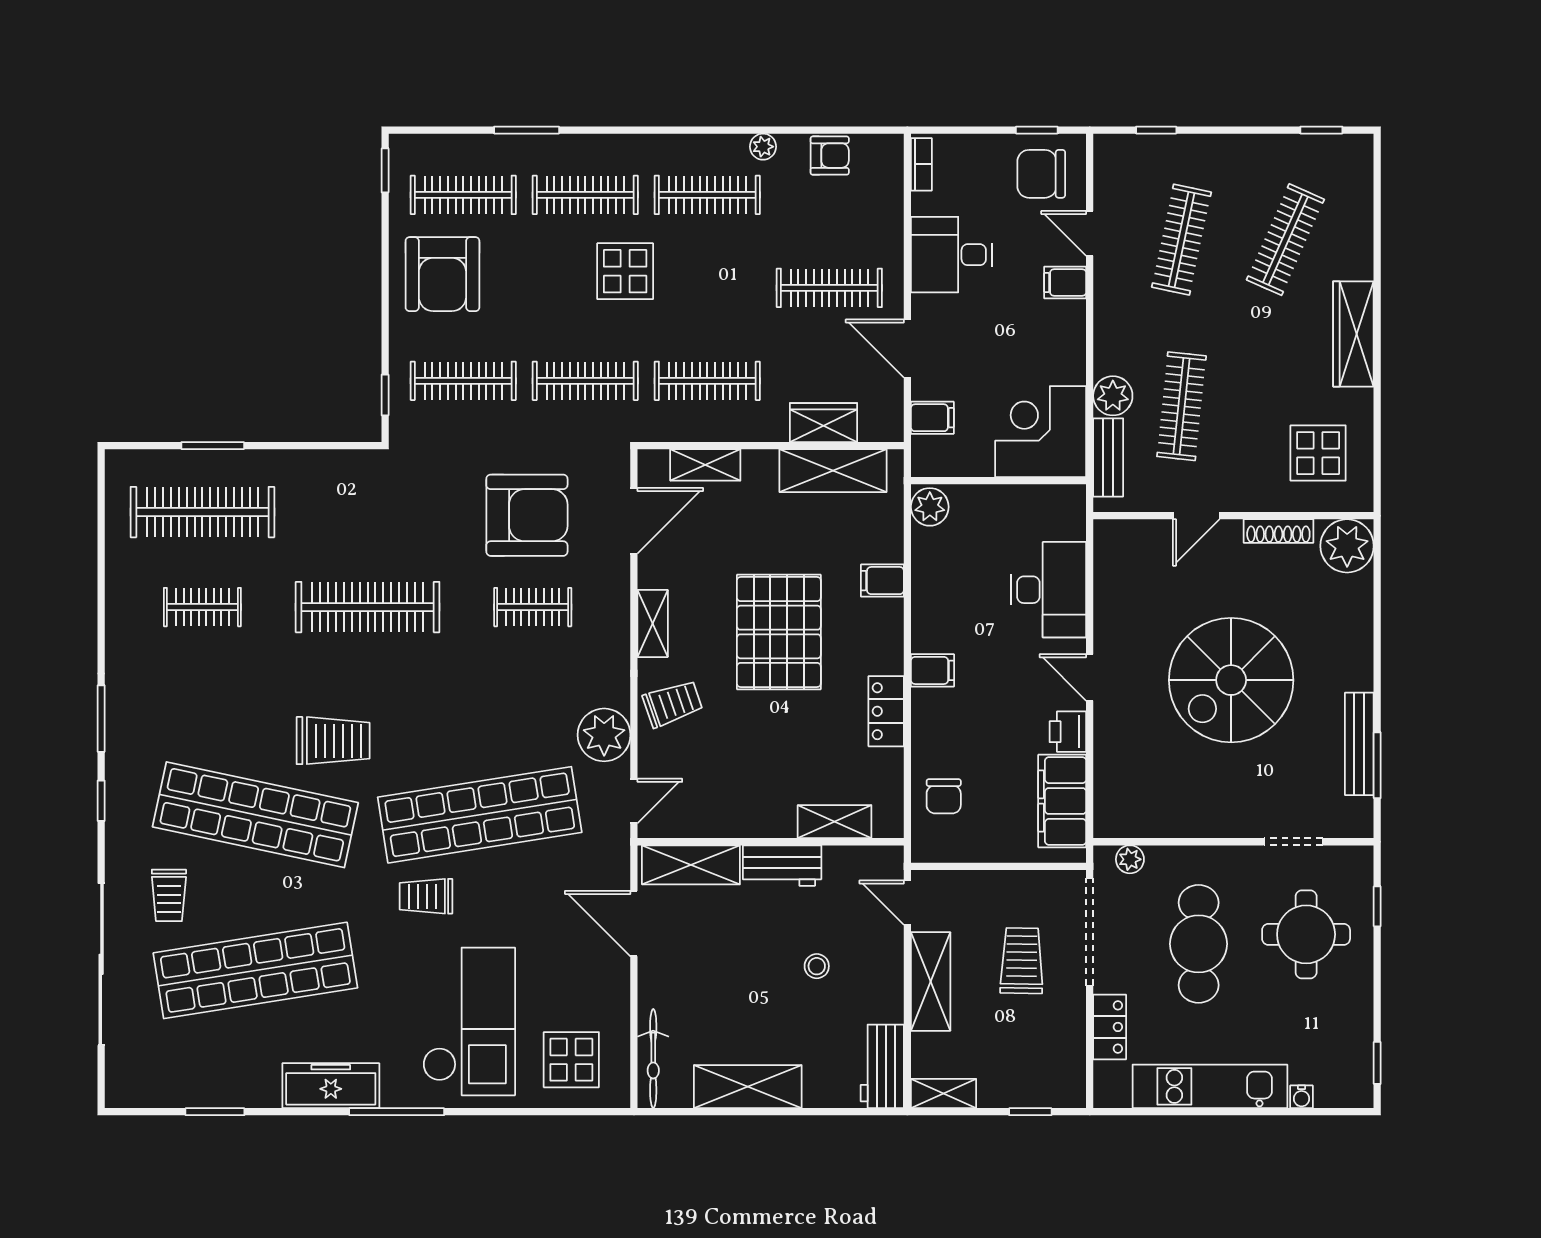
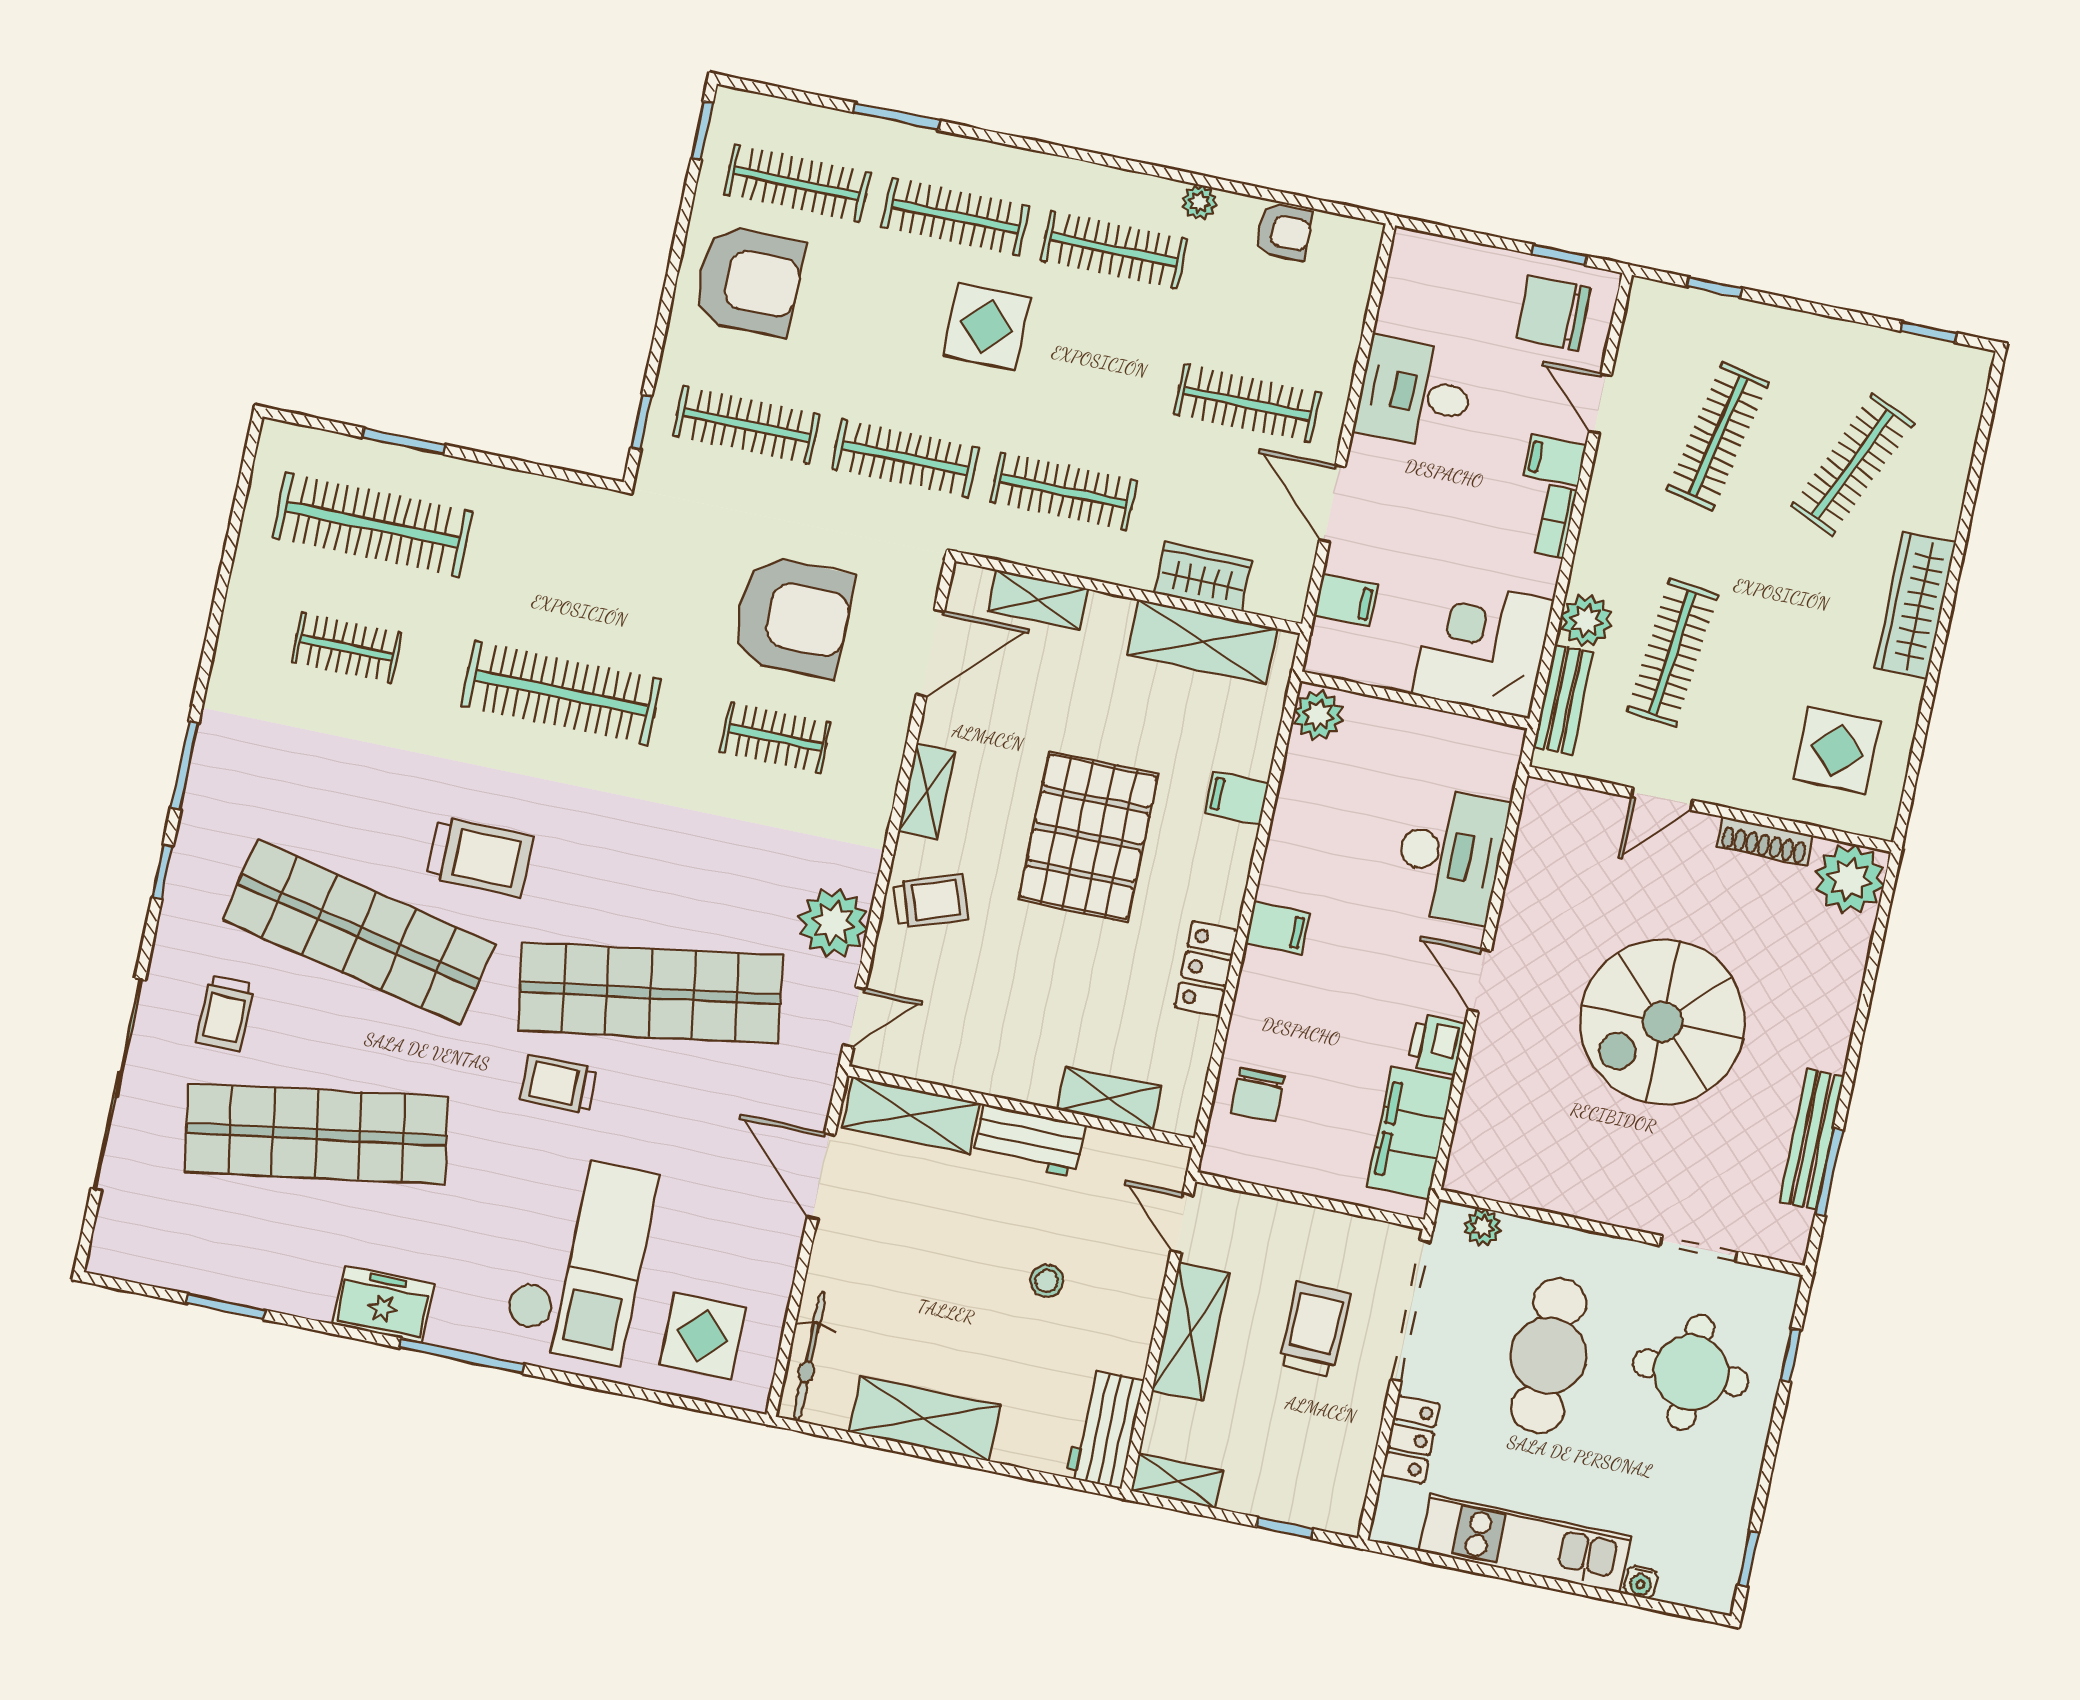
bookcase: (921, 164) -> (1557, 522), moved, turned 180
armchair: (442, 274) -> (749, 281), turned -90
freezer: (331, 1086) -> (383, 1304), width x0.71

